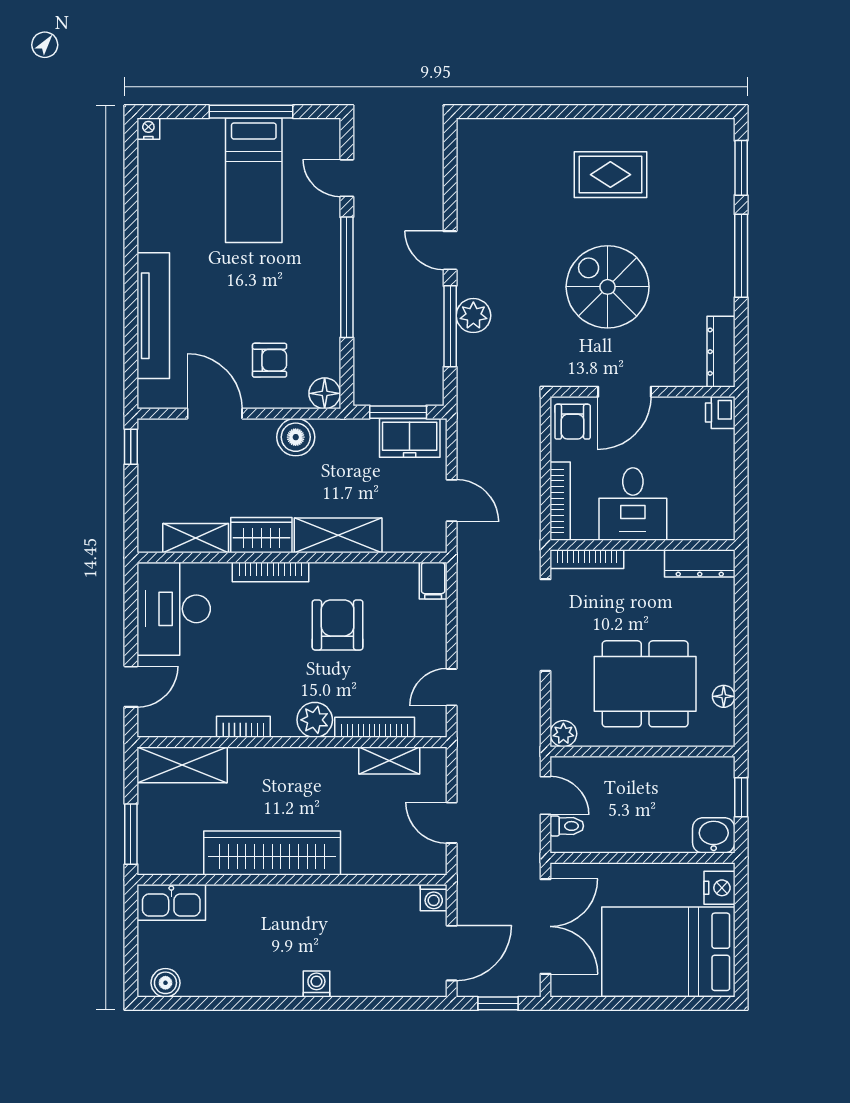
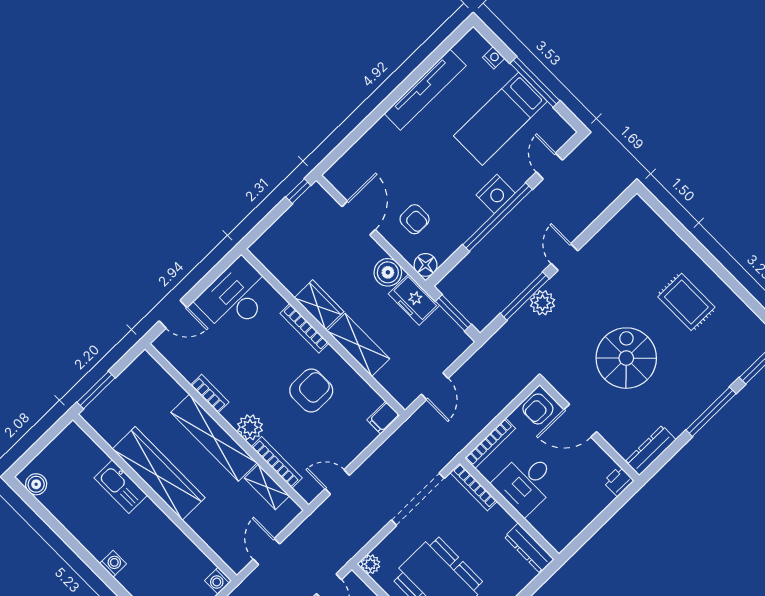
nightstand: (148, 129) -> (494, 58), moved
nightstand: (323, 257) -> (496, 194), added
tv unit: (153, 316) -> (425, 90), moved
freezer: (410, 438) -> (414, 300), moved
shelving: (196, 538) -> (284, 272), removed
shelving: (182, 765) -> (214, 438), moved, width x1.47
kitchen sink: (171, 902) -> (121, 486), moved

